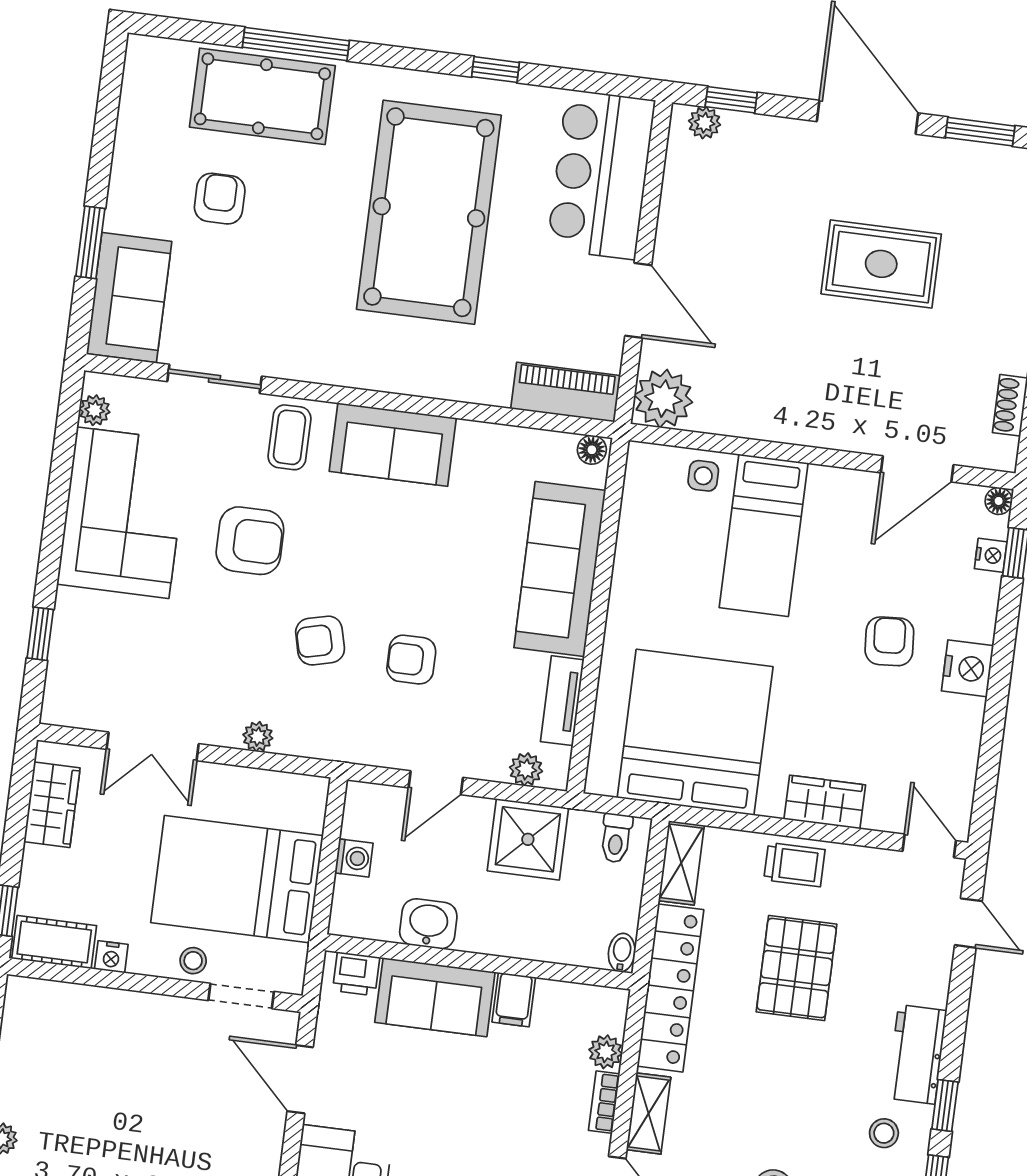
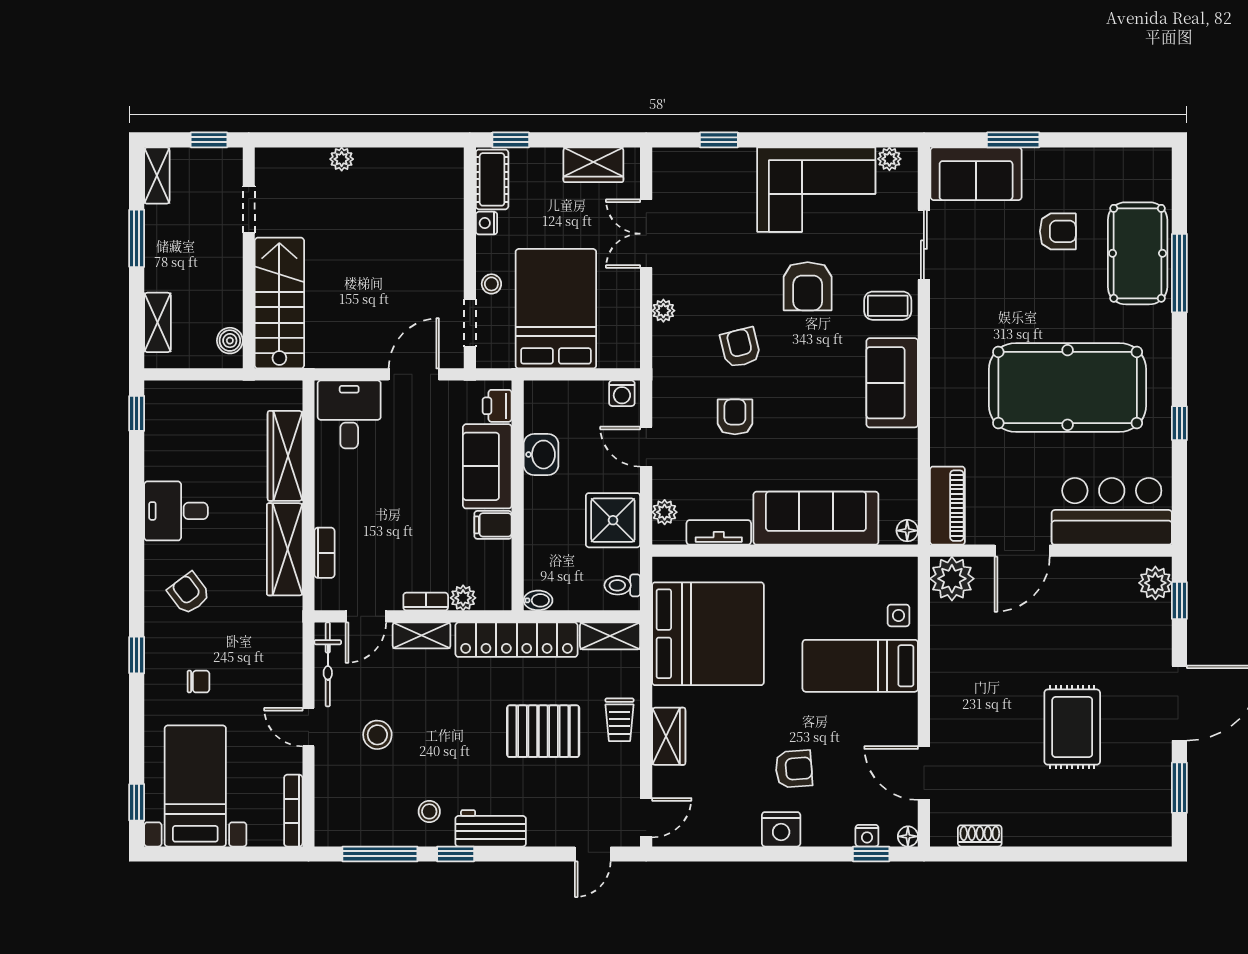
plant: (705, 123) -> (1155, 583), width x1.38, depth x1.38
washing machine: (354, 858) -> (622, 393), moved

